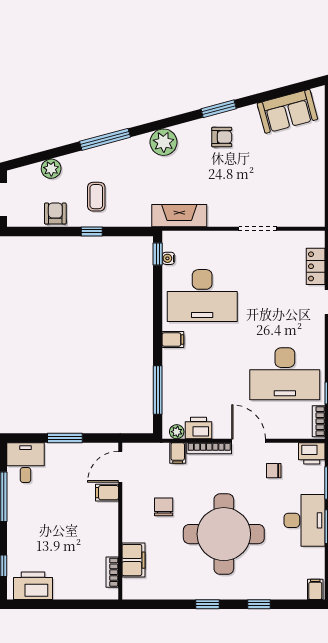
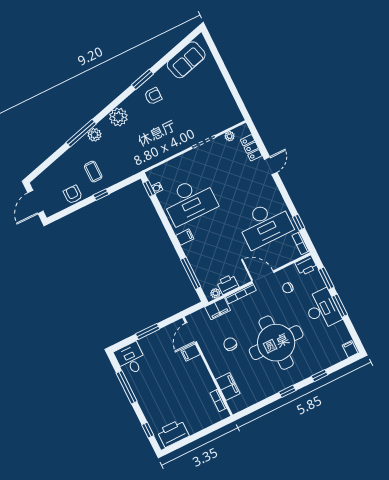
plant: (51, 169) -> (94, 135), moved
fireplace: (179, 216) -> (151, 158), removed
plant: (295, 238) -> (230, 136), added
filing cabinet: (178, 453) -> (218, 309), width x2.00

